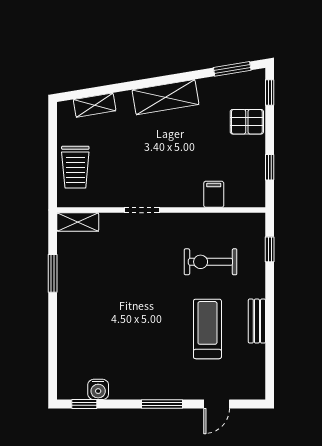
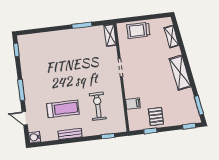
pallet: (247, 122) -> (156, 116), moved
water cooler: (98, 389) -> (35, 137), moved

